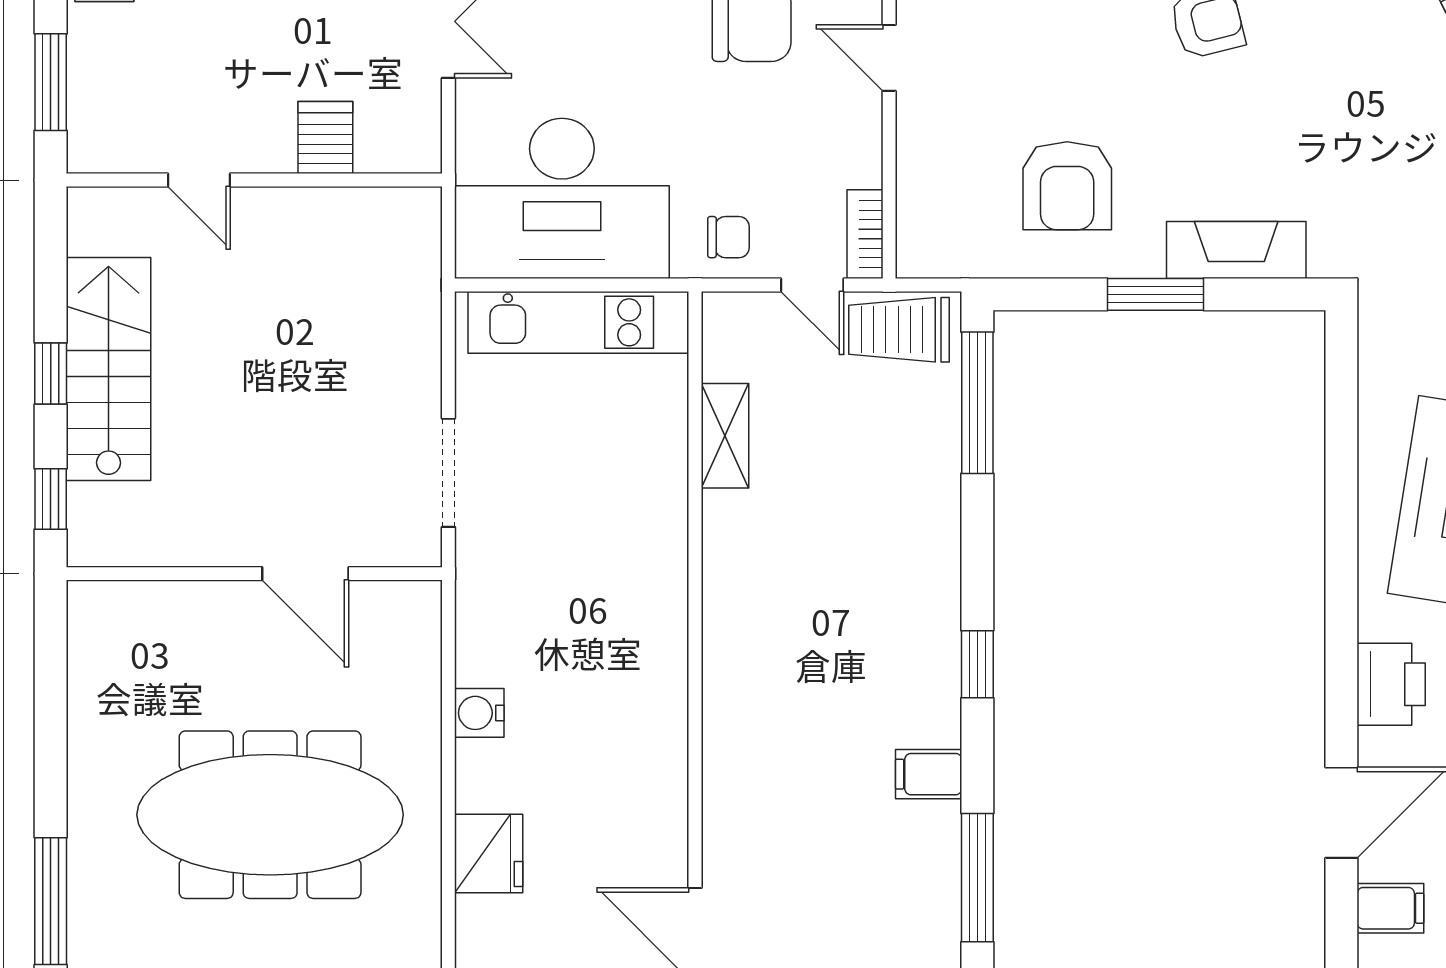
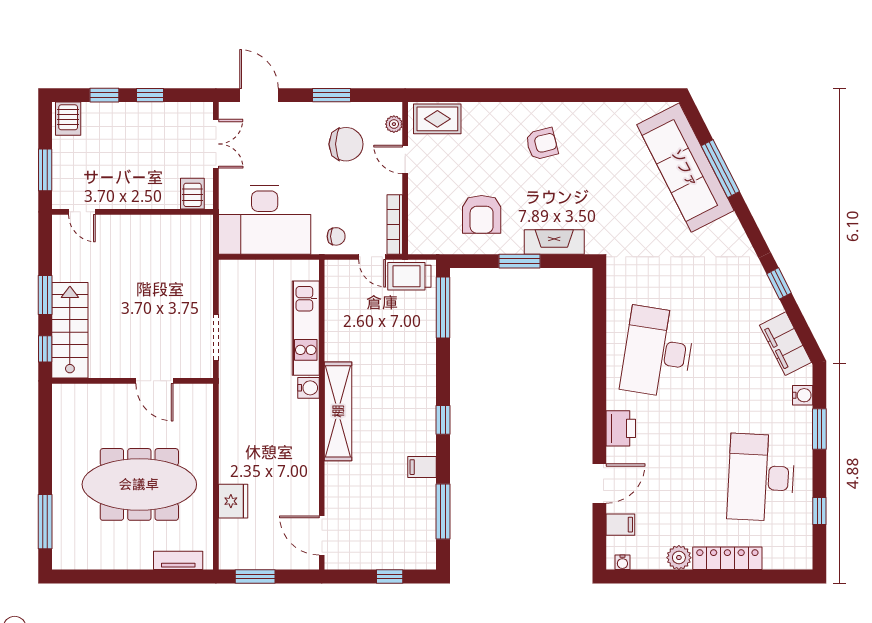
server rack: (325, 138) -> (192, 194), moved
door: (199, 180) -> (82, 212), moved
bookcase: (865, 234) -> (395, 224), width x1.56
kitchen unit: (578, 322) -> (306, 328), moved, turned 90
stairs: (109, 369) -> (70, 330), moved
window: (51, 373) -> (45, 295), width x1.50
shelving: (725, 436) -> (338, 411), moved, width x2.20, depth x1.33
water cooler: (479, 713) -> (309, 388), moved, turned 180

